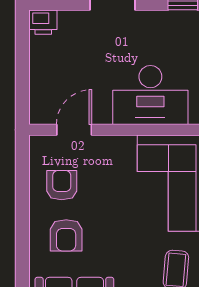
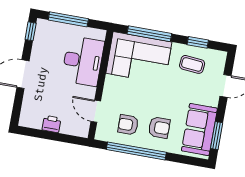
printer: (43, 22) -> (51, 124), moved, turned -90
window: (22, 206) -> (136, 151), added

